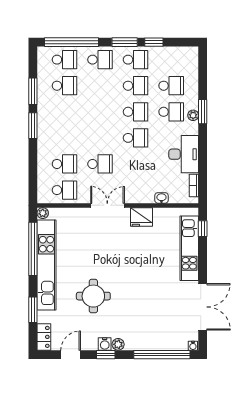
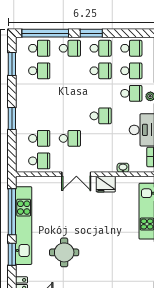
window: (154, 42) -> (116, 33), removed
window: (33, 91) -> (12, 64), moved
school desk: (136, 112) -> (131, 48), moved
window: (33, 126) -> (12, 119), moved
double door: (107, 205) -> (76, 174), swing flipped
plant: (43, 213) -> (20, 181), removed
window: (33, 310) -> (12, 254), moved

